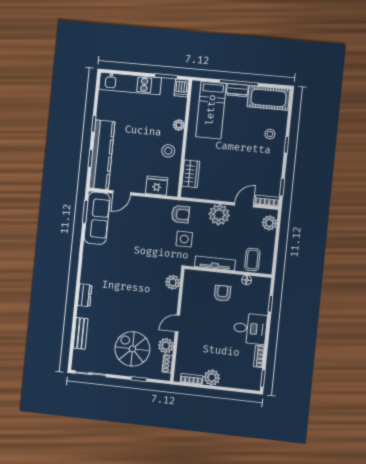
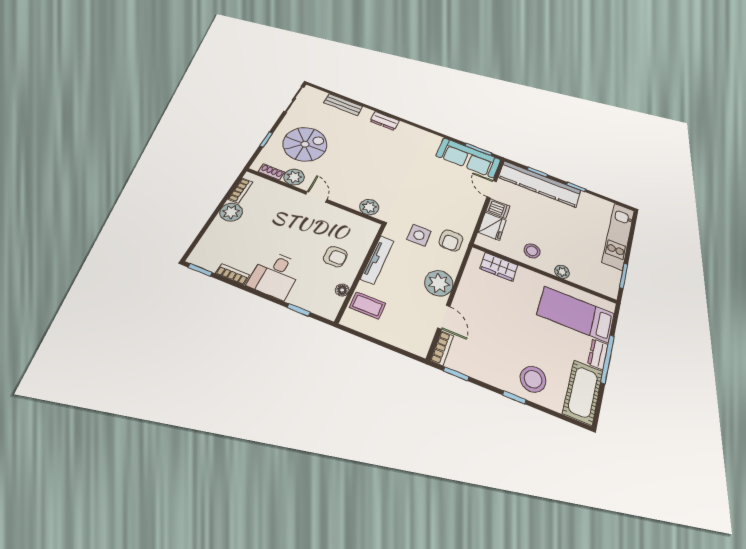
dishwasher: (181, 88) -> (498, 209), moved, turned 180
stool: (270, 134) -> (533, 379), width x1.89, depth x1.89
plant: (269, 223) -> (411, 342), removed

